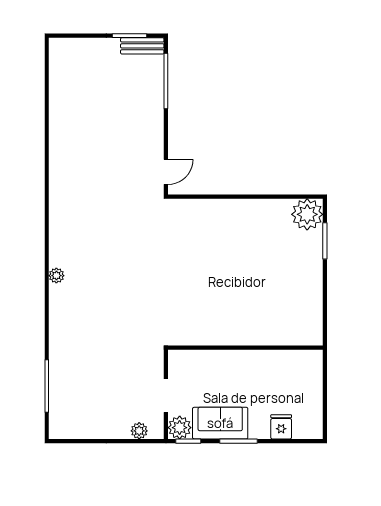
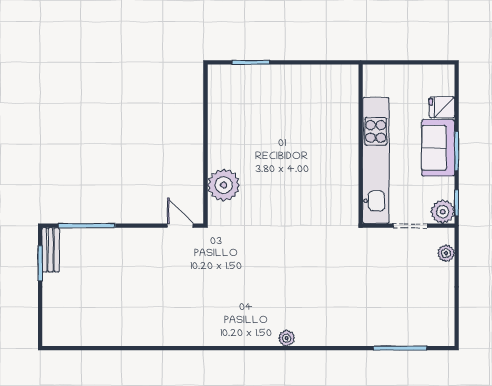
plant: (307, 214) -> (224, 185), moved
kitchen unit: (229, 362) -> (376, 160), added
sofa: (220, 423) -> (438, 148), moved

